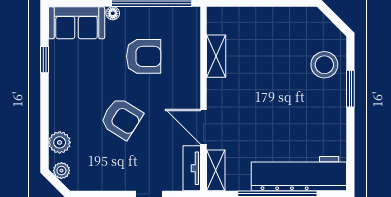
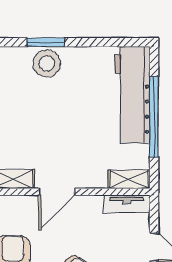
stool: (324, 65) -> (47, 64), moved
door: (203, 127) -> (57, 192), moved

